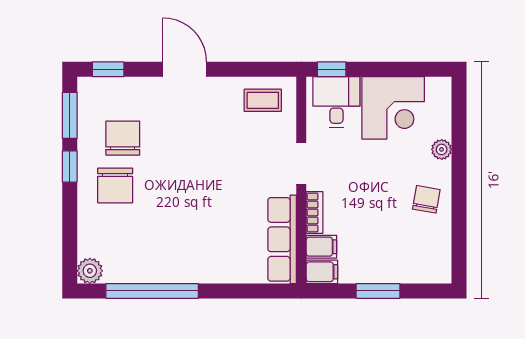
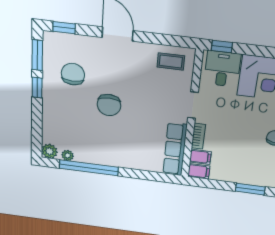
chair: (115, 185) -> (109, 105), moved
plant: (118, 274) -> (68, 155), added
window: (378, 291) -> (250, 189), moved

